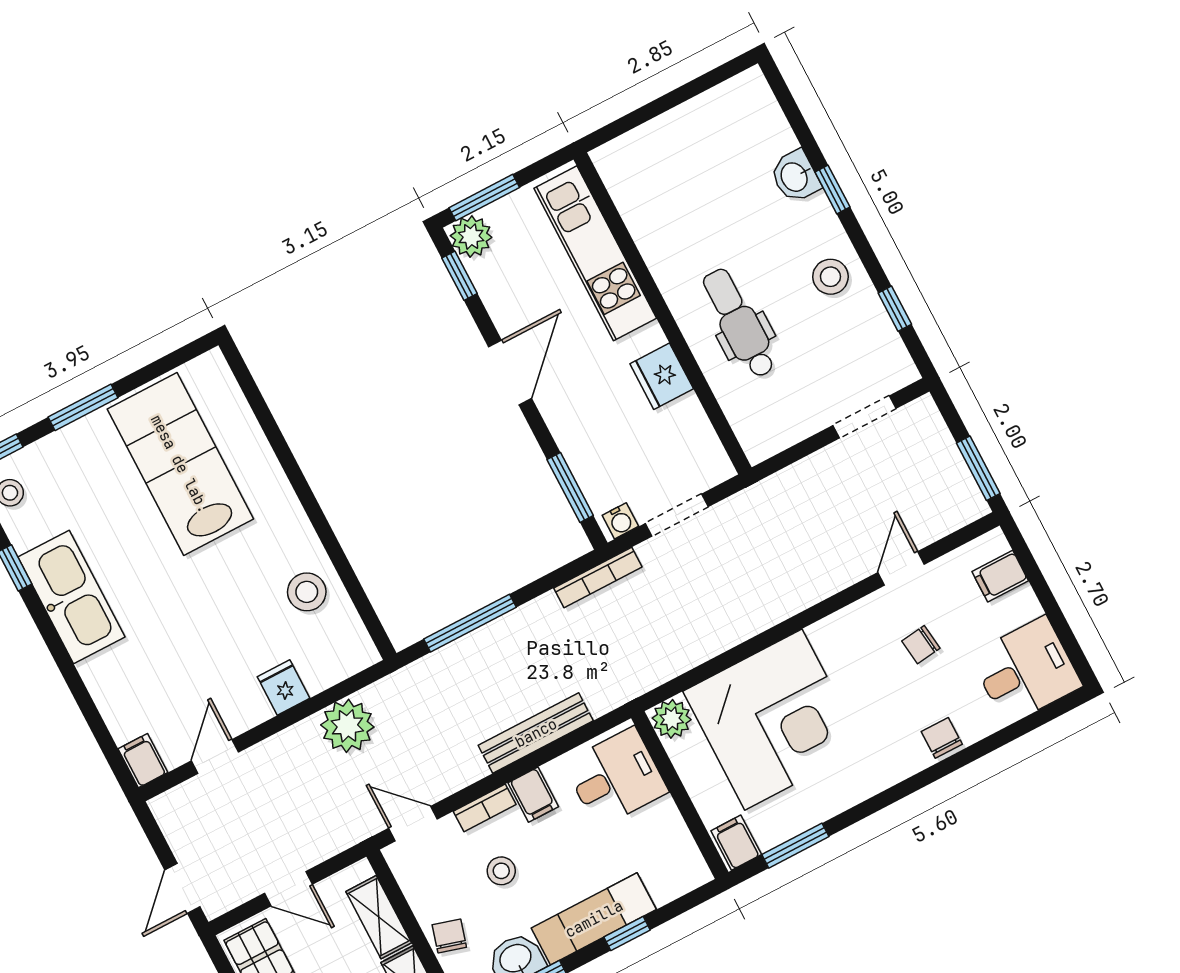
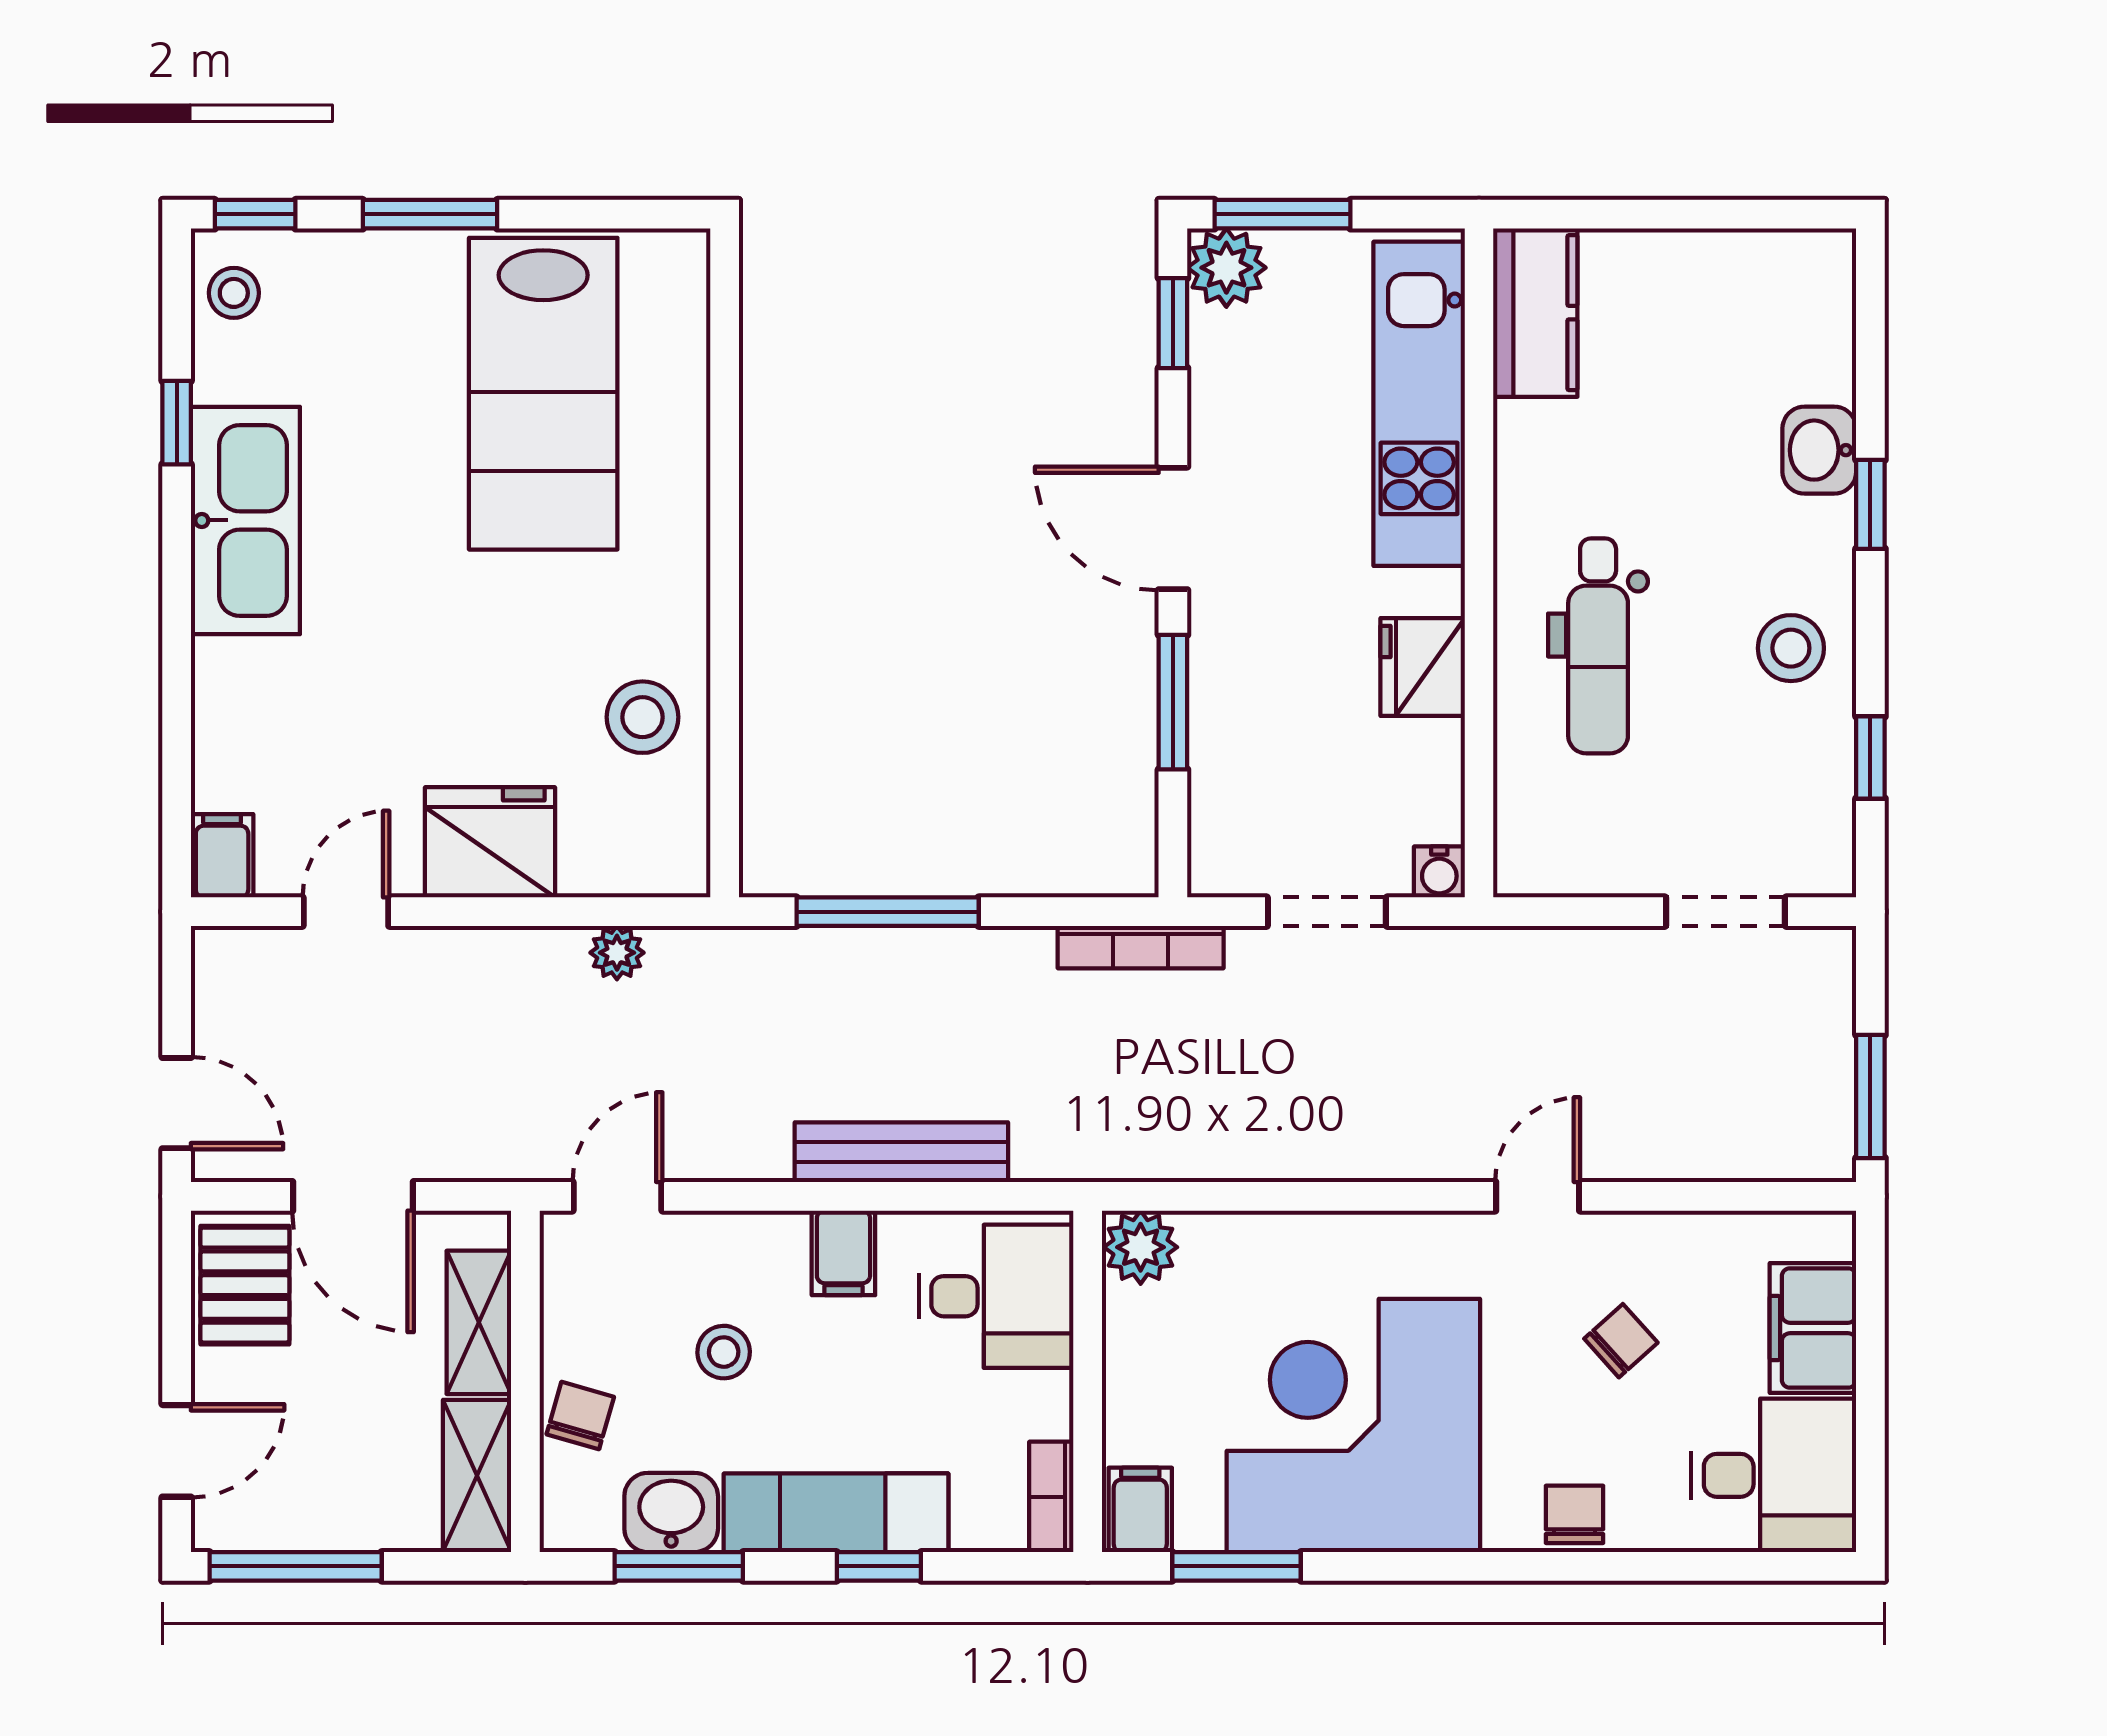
kitchen counter: (628, 182) -> (1535, 313), added
dental chair: (739, 323) -> (1598, 646), turned 180
door: (510, 372) -> (1173, 528), swing flipped
lab bench: (180, 464) -> (543, 394), turned 180
window: (570, 488) -> (1173, 702), moved
water cooler: (620, 521) -> (1439, 872), moved
door: (901, 568) -> (1538, 1196), moved
filing cabinet: (1000, 576) -> (1813, 1328), width x2.00
chair: (921, 645) -> (1621, 1341), turned 145
fridge: (284, 687) -> (490, 842), width x1.88, depth x1.34
corner desk: (773, 720) -> (1353, 1425), moved, turned 180
plant: (347, 726) -> (617, 953), width x0.53, depth x0.53
bookcase: (485, 808) -> (1051, 1497), moved, turned 90
door: (413, 824) -> (618, 1196), hinge flipped
door: (182, 888) -> (177, 1103), swing flipped
door: (288, 889) -> (353, 1196), width x1.38

